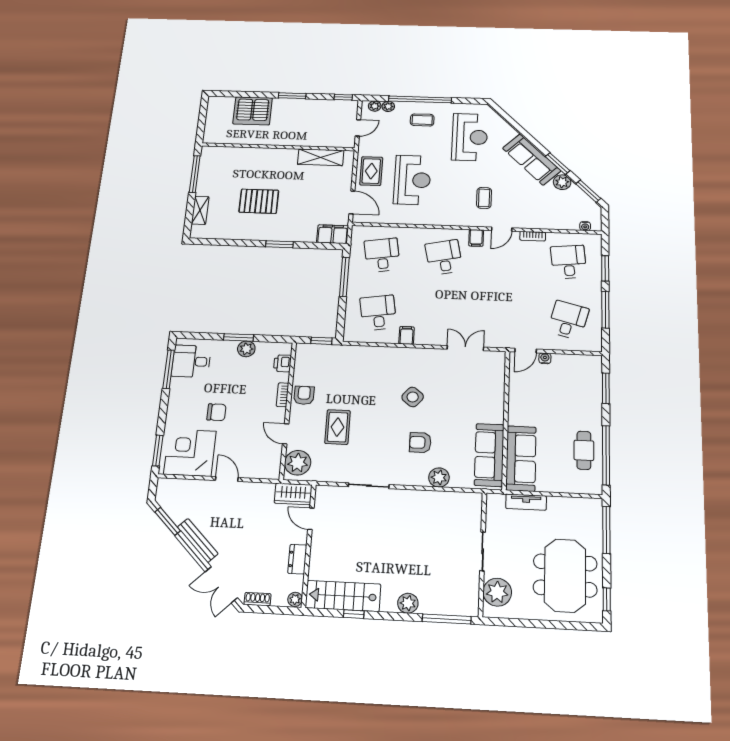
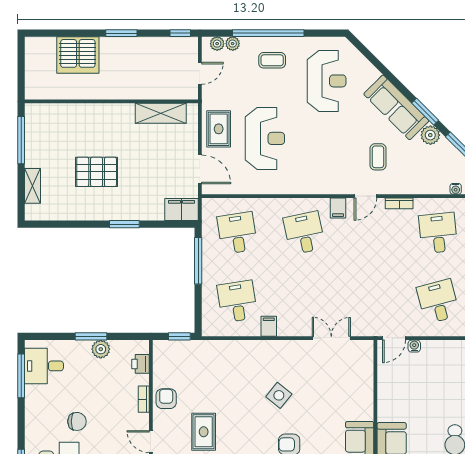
coffee table: (484, 198) -> (378, 157), moved
desk: (568, 320) -> (438, 301), turned -30

